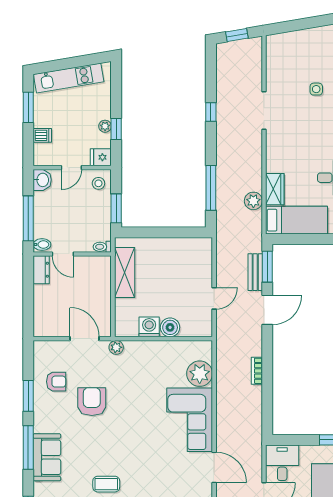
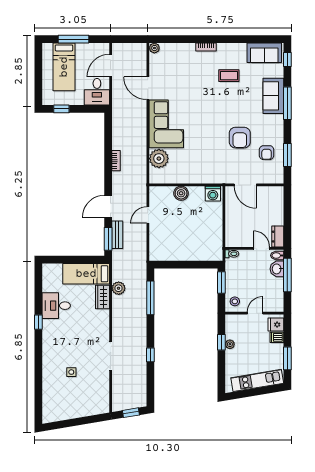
fridge: (101, 157) -> (276, 325), moved, turned 180
washbasin: (42, 180) -> (277, 269), moved
shelving: (125, 272) -> (215, 235), removed
washing machine: (149, 327) -> (213, 194), moved
plant: (116, 347) -> (221, 178), removed
armchair: (56, 382) -> (267, 153), turned -90
window: (28, 396) -> (287, 155), moved

